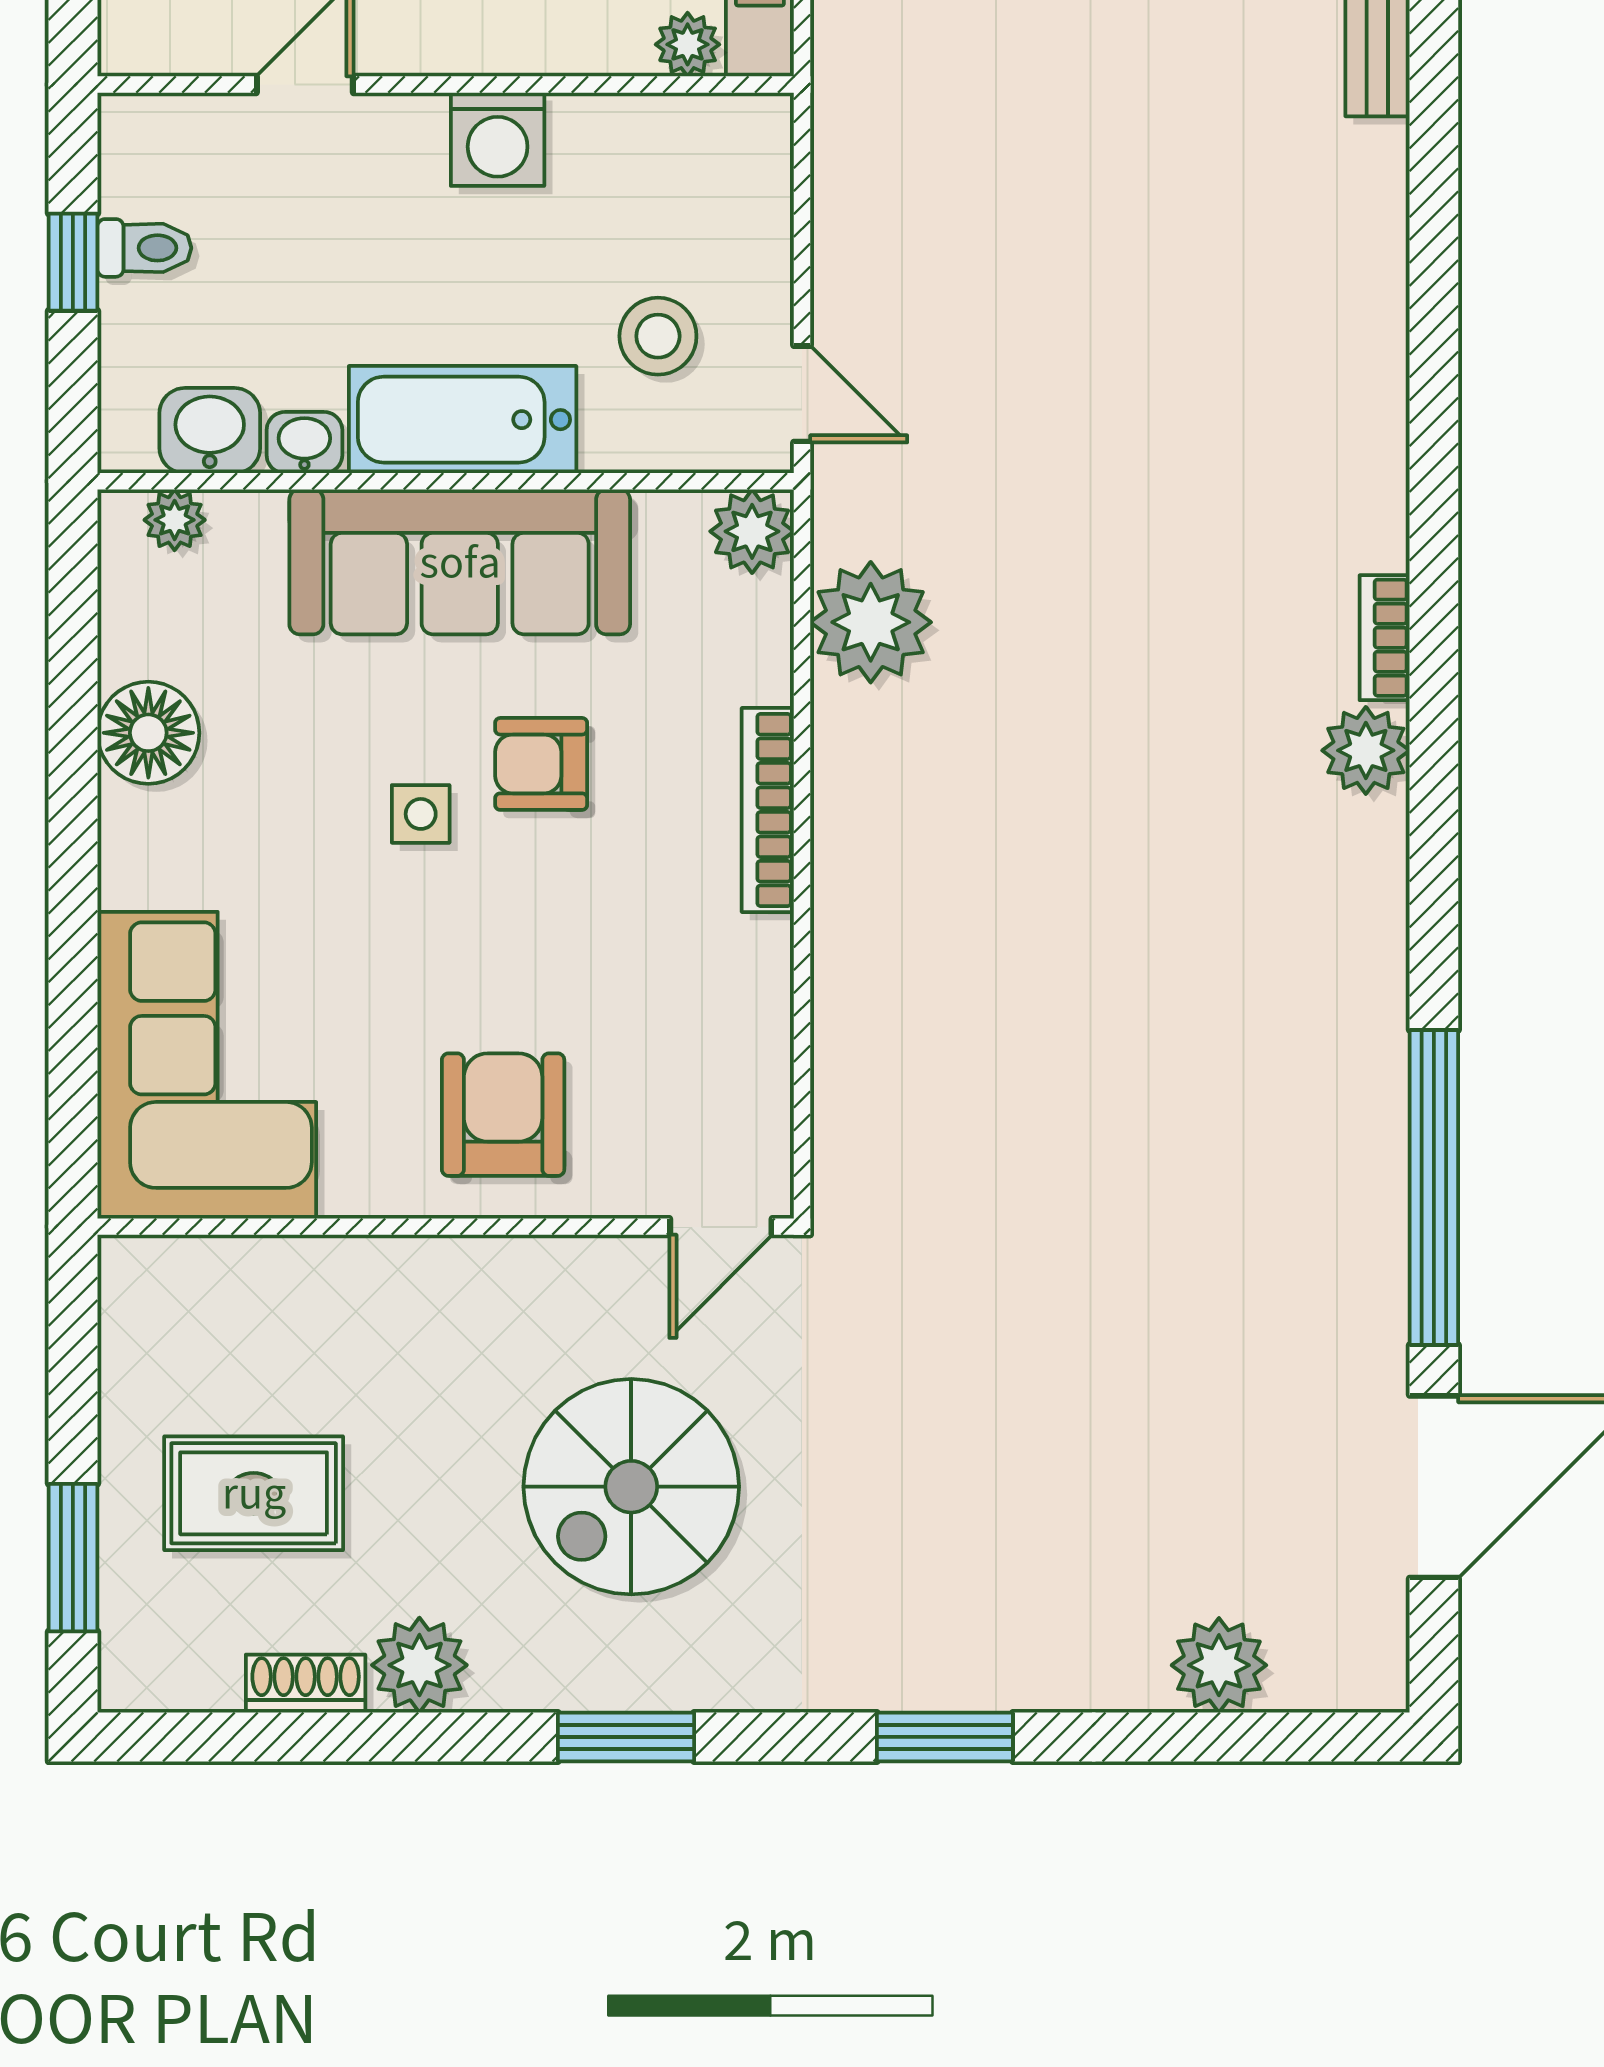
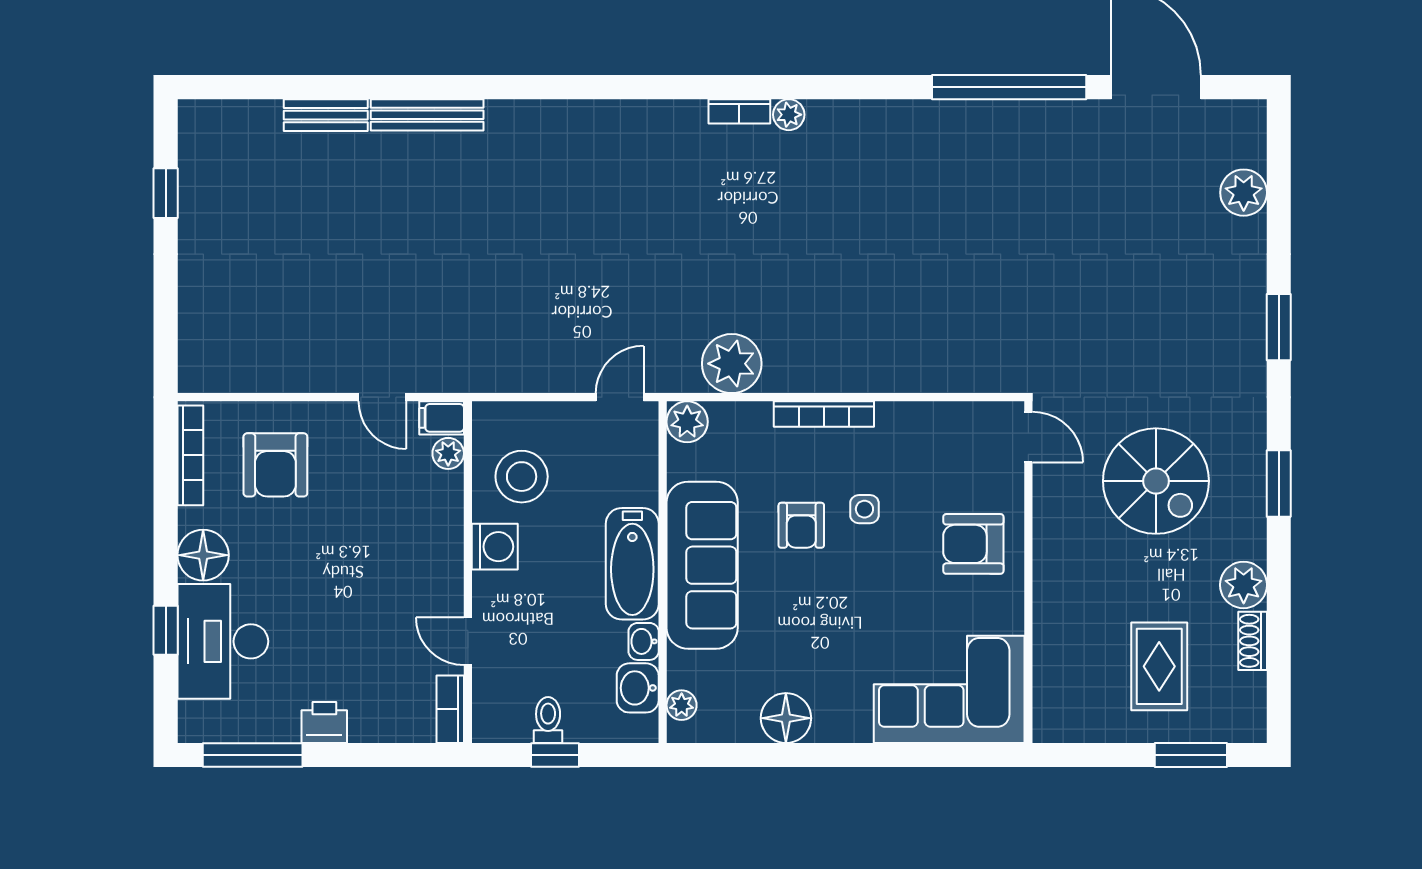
bookcase: (166, 49) -> (450, 709), added
stool: (658, 336) -> (522, 477), moved, width x1.38, depth x1.38
plant: (1366, 750) -> (789, 115), width x0.73, depth x0.73
side table: (421, 814) -> (864, 509), moved

